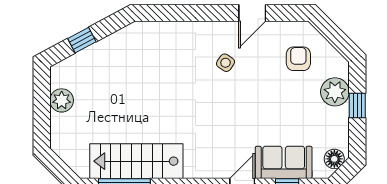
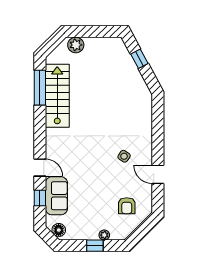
armchair: (298, 59) -> (127, 206), turned 90
plant: (335, 92) -> (104, 235), width x0.53, depth x0.53
plant: (62, 100) -> (76, 45), moved

